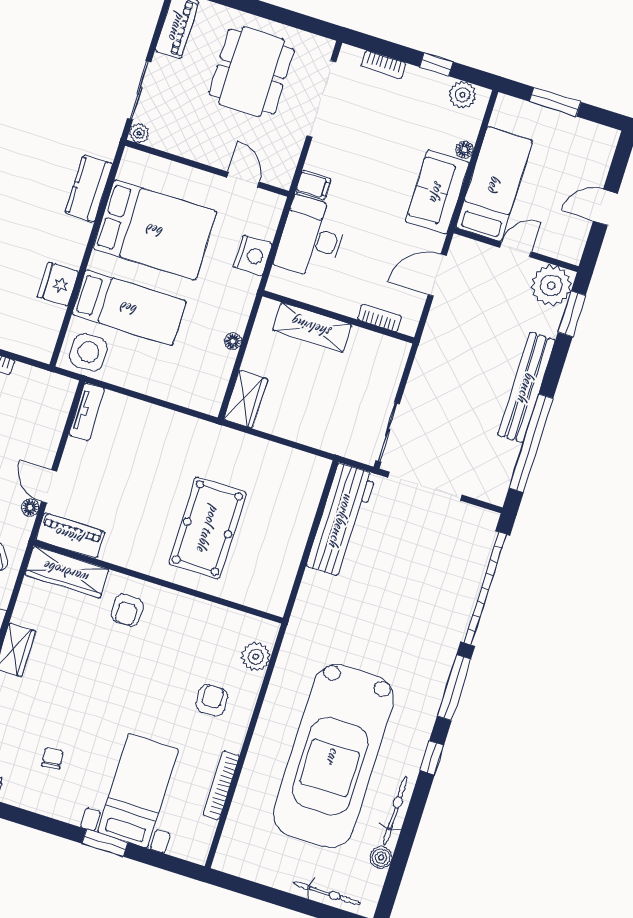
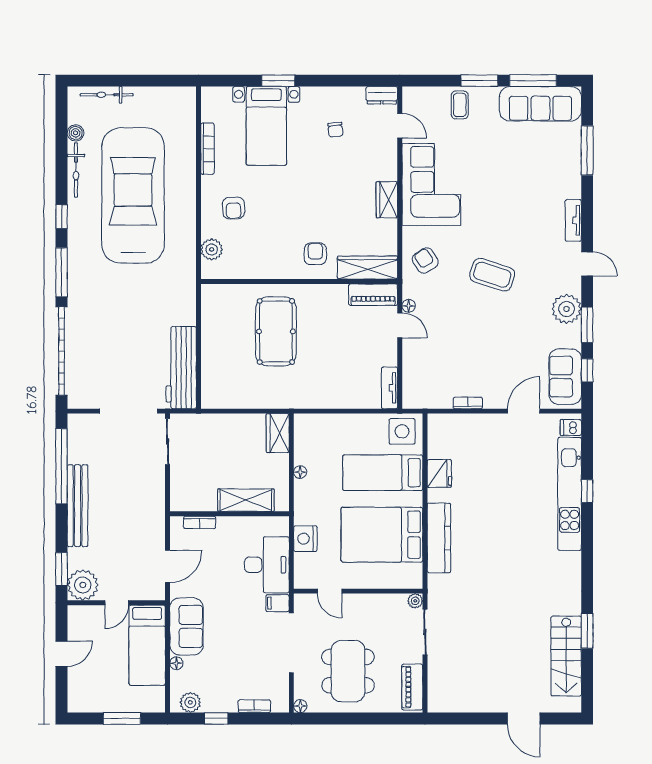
floor lamp: (326, 46) -> (300, 706), added
doorway: (321, 99) -> (291, 643), moved
kitchen counter: (89, 188) -> (439, 538), width x1.50

